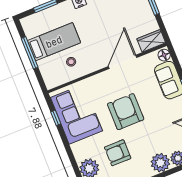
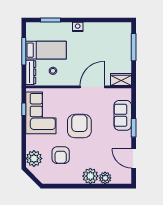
floor lamp: (164, 55) -> (127, 94), removed
dresser: (47, 73) -> (31, 72), added
armchair: (118, 153) -> (61, 155), turned -90

